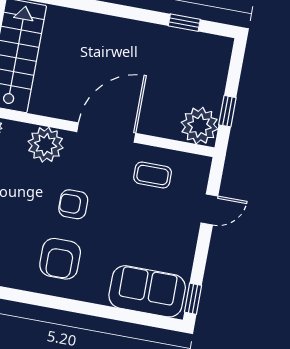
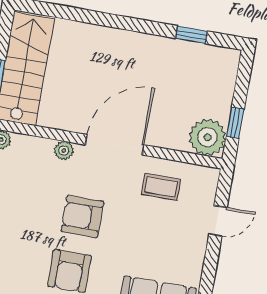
plant: (46, 145) -> (64, 151), width x0.53, depth x0.53
armchair: (73, 204) -> (82, 217), width x1.38, depth x1.38

